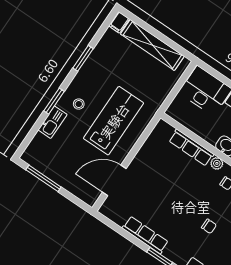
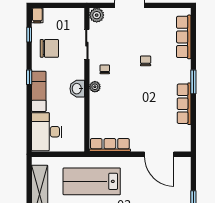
lab bench: (114, 121) -> (92, 181), moved
row of seats: (191, 148) -> (110, 145), moved, turned -90

